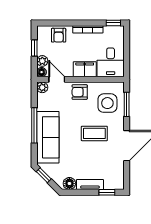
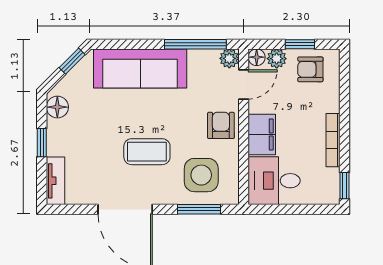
armchair: (59, 35) -> (310, 69), moved
window: (34, 125) -> (195, 44), moved
coffee table: (94, 133) -> (147, 152), turned 90
tv unit: (90, 185) -> (56, 181), moved
window: (107, 192) -> (42, 143), moved

